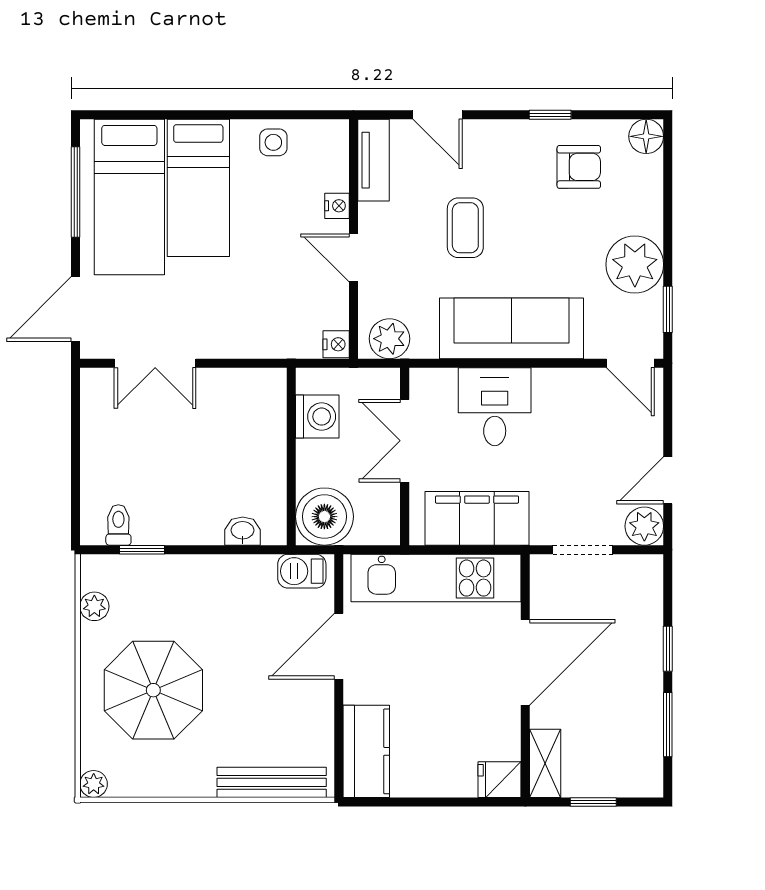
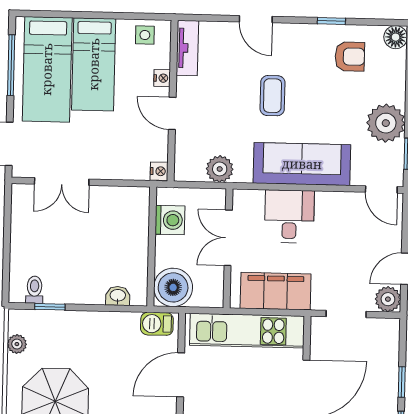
tv unit: (374, 160) -> (187, 48), moved
nightstand: (337, 206) -> (162, 78), moved
wall: (353, 239) -> (173, 101), moved
door: (353, 258) -> (172, 113), moved
nightstand: (336, 344) -> (159, 171), moved

